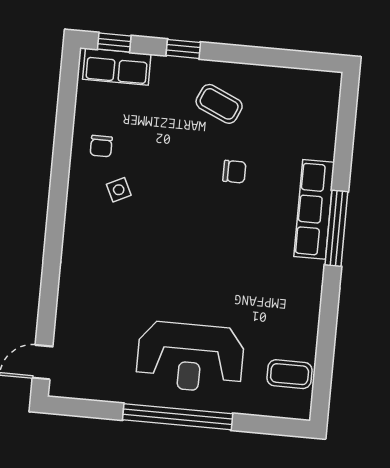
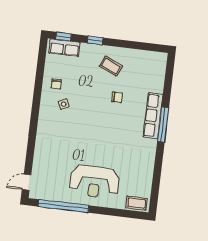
coffee table: (290, 374) -> (136, 203), moved
window: (178, 417) -> (63, 206), moved

